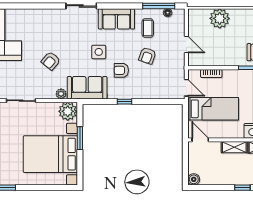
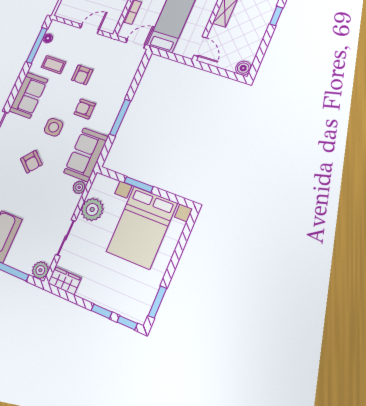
armchair: (147, 56) -> (82, 75), turned 71
armchair: (51, 61) -> (31, 162), moved
armchair: (121, 70) -> (85, 109), turned 90
window: (124, 102) -> (120, 117), width x2.17
plant: (68, 111) -> (92, 209), moved
door: (200, 140) -> (200, 46), swing flipped

